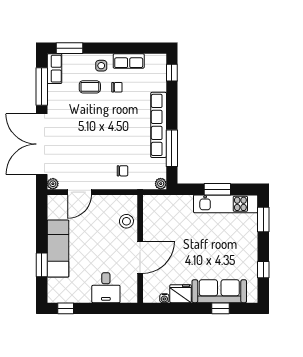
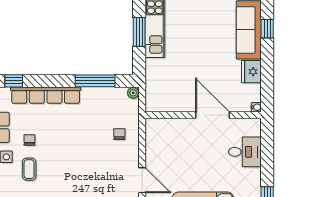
row of seats: (159, 125) -> (46, 95), moved
stool: (126, 221) -> (174, 130), removed
water cooler: (164, 298) -> (256, 107), moved

